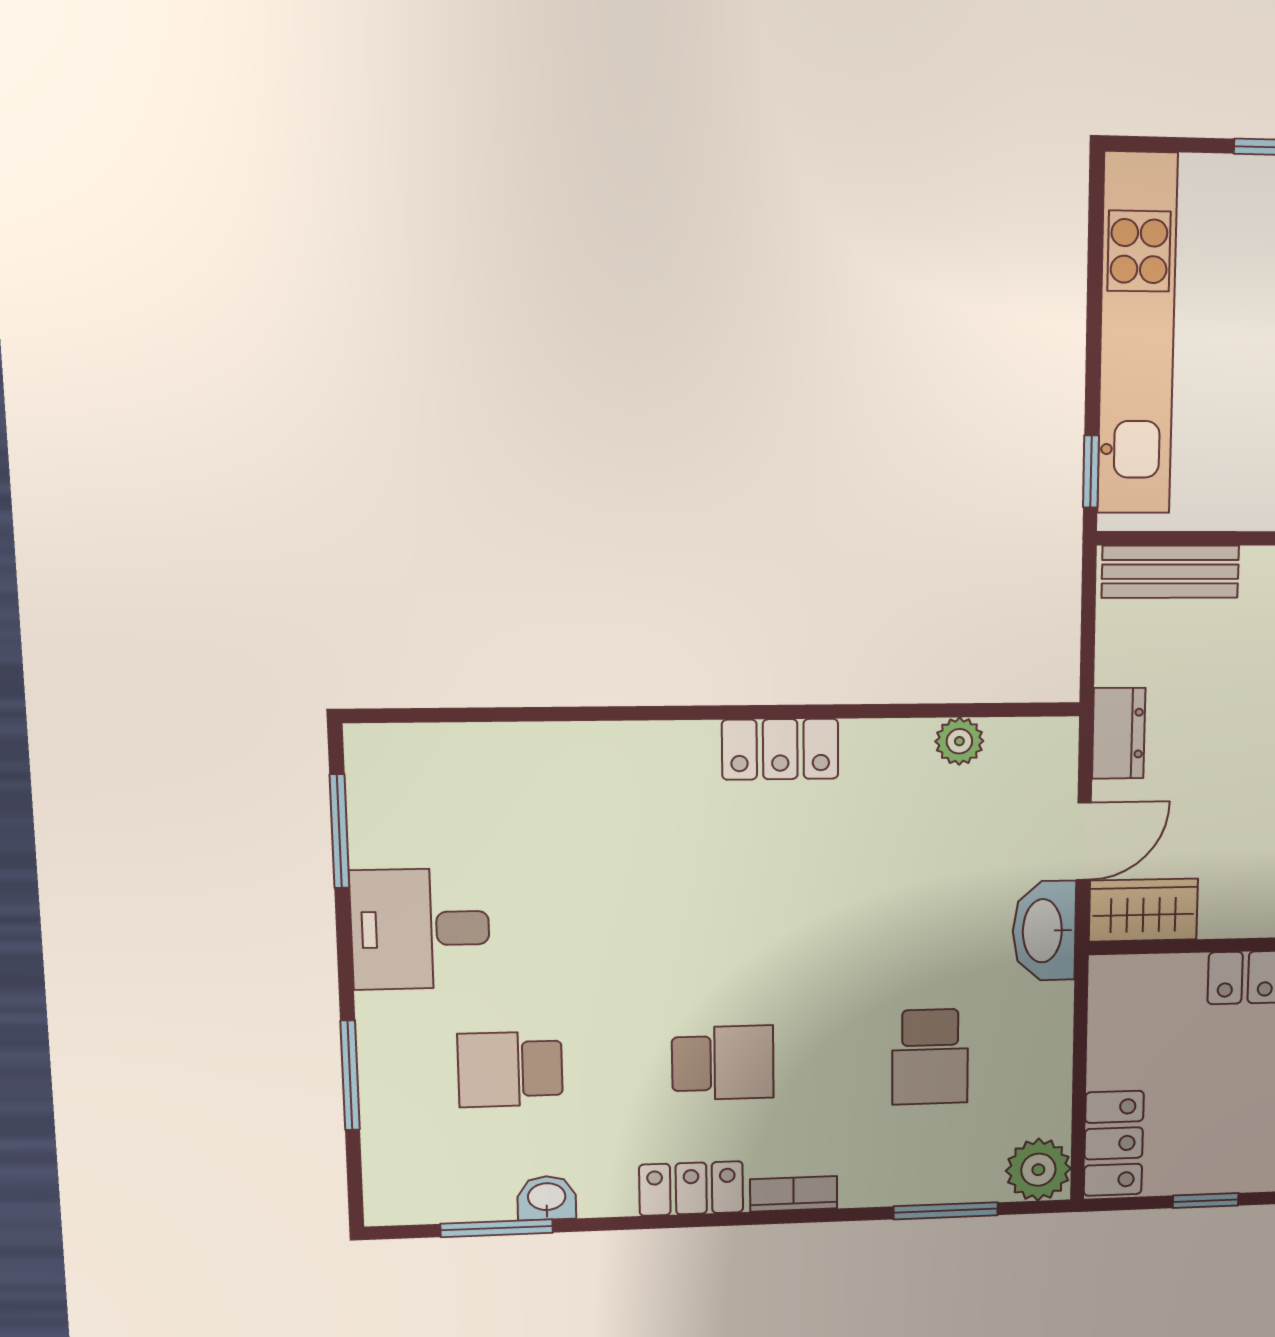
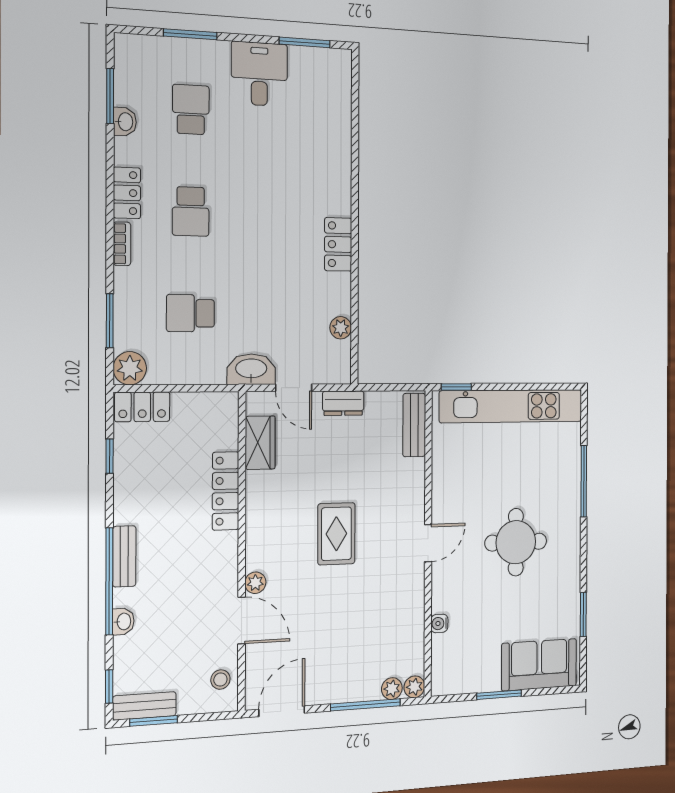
wardrobe: (1143, 910) -> (260, 443), moved

